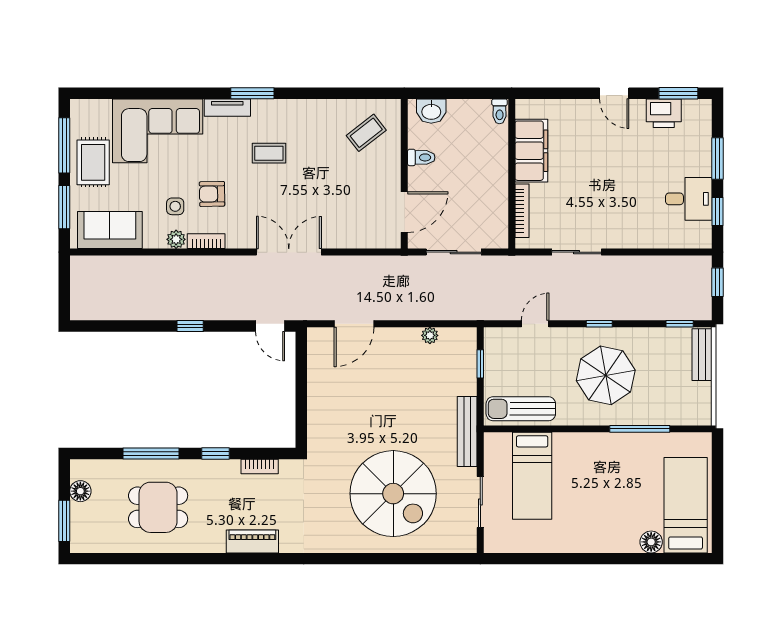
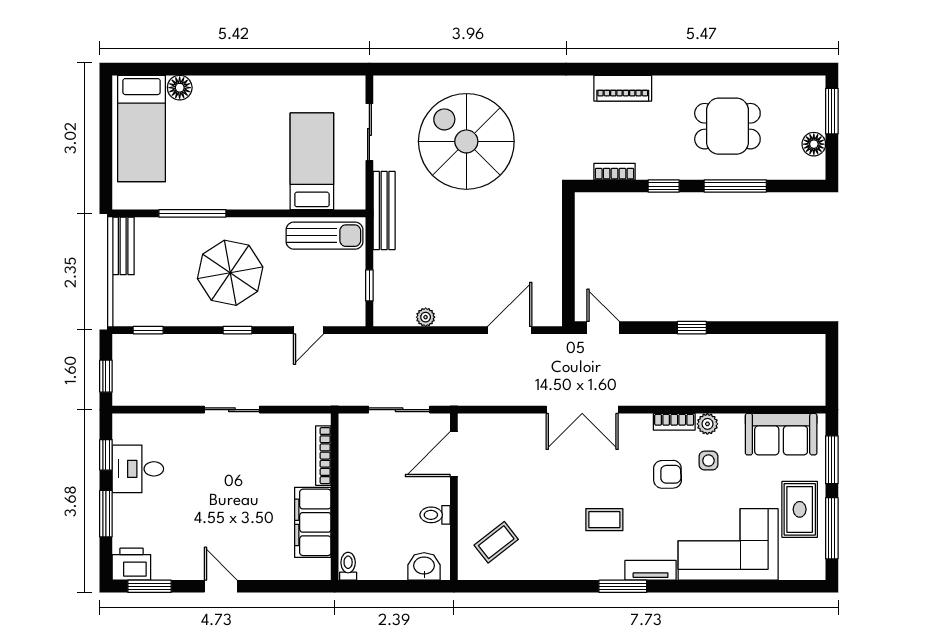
printer: (664, 113) -> (131, 564), moved
sliding door: (577, 252) -> (232, 410), moved
bench: (702, 355) -> (123, 246), moved

